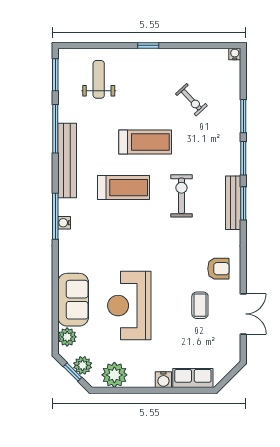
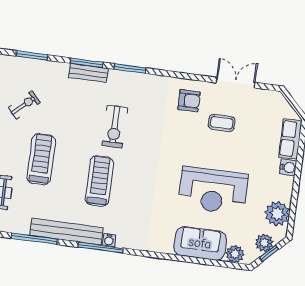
window: (243, 116) -> (32, 55), moved
treadmill: (145, 142) -> (41, 159), moved
exercise bike: (181, 196) -> (115, 127), turned -90
bench: (233, 203) -> (89, 73), moved, width x0.73
window: (55, 216) -> (101, 248), moved
water cooler: (64, 223) -> (109, 240), moved
armchair: (218, 269) -> (189, 101), turned 90

